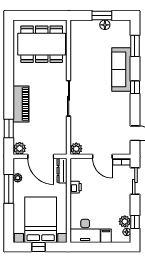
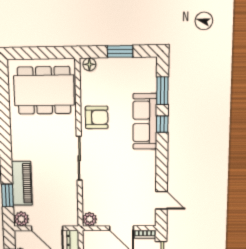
floor lamp: (105, 25) -> (89, 64), moved
armchair: (83, 66) -> (97, 117), added
window: (135, 87) -> (162, 124), moved
piano: (21, 104) -> (22, 183), moved

